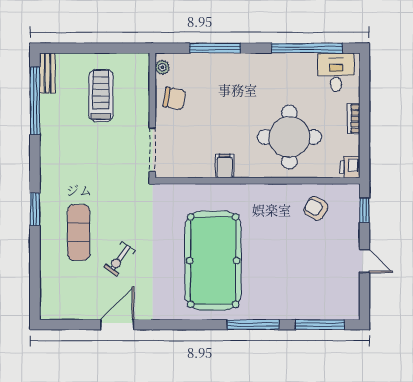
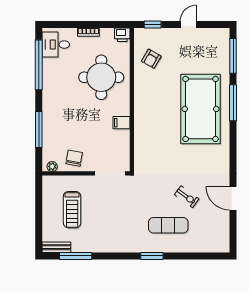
treadmill: (101, 95) -> (72, 210), turned -90
window: (35, 101) -> (76, 256), width x0.68
pool table: (213, 261) -> (201, 109), moved, turned 90

